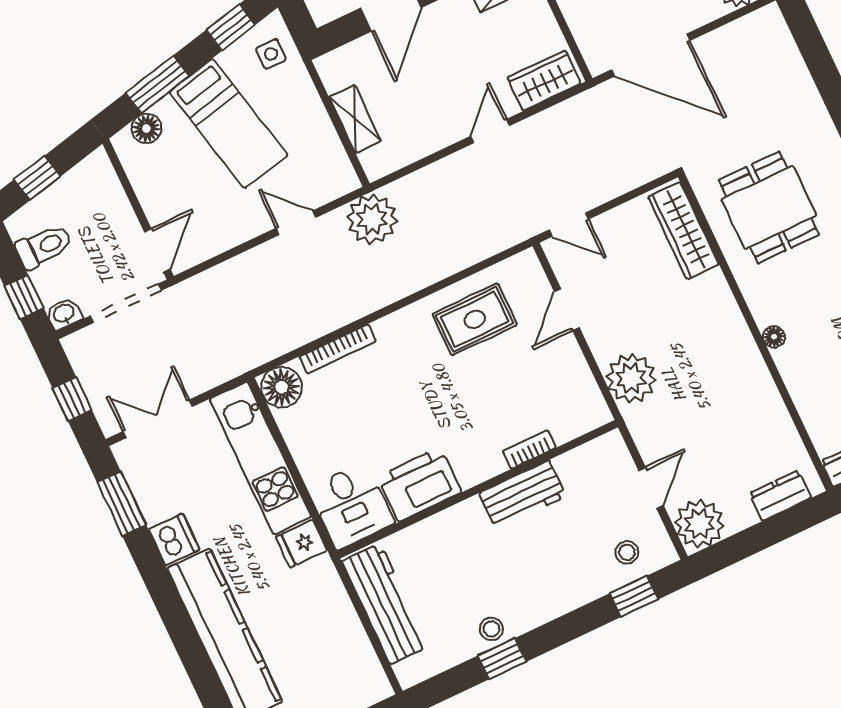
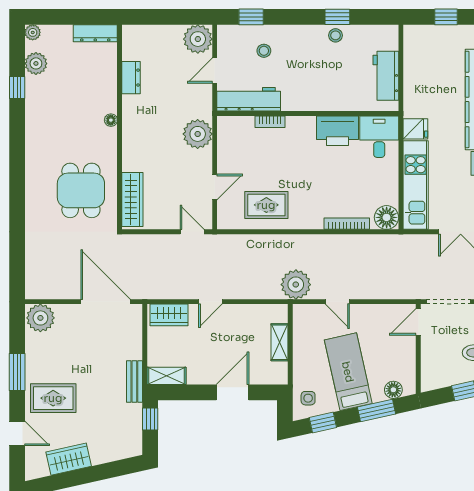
workbench: (523, 495) -> (249, 99), moved, width x1.38
dresser: (780, 495) -> (131, 78), moved, turned -90
stool: (627, 552) -> (264, 51), moved
workbench: (385, 604) -> (386, 76), width x0.73

